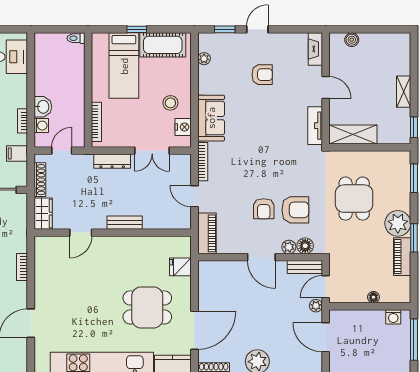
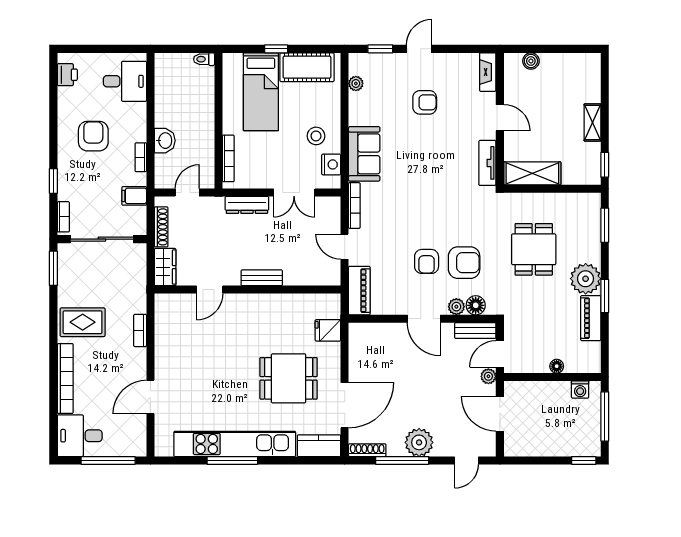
washing machine: (41, 126) -> (163, 163), removed

